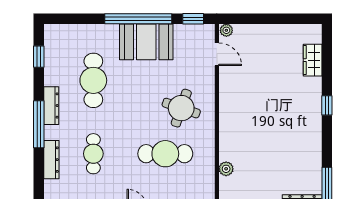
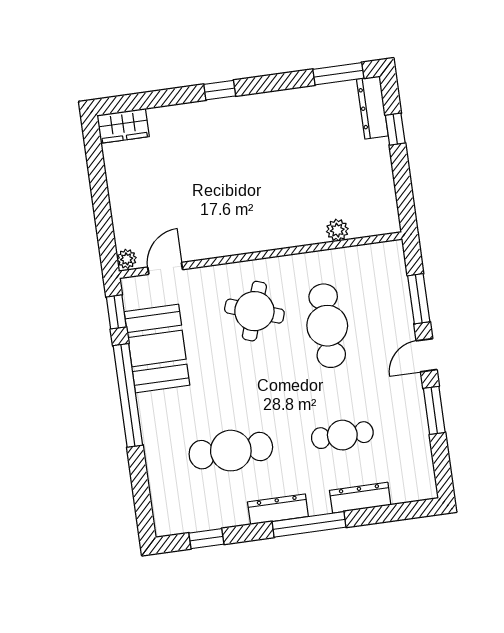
booth: (146, 42) -> (157, 348), moved
wardrobe: (313, 60) -> (123, 126), moved

